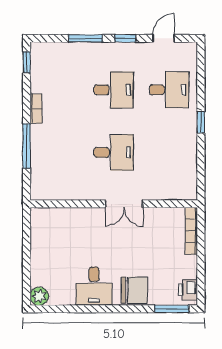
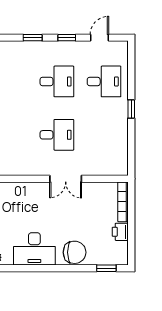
window: (85, 38) -> (33, 38), width x0.67
desk: (94, 286) -> (34, 249), width x1.37
printer: (188, 290) -> (120, 232), moved
window: (172, 309) -> (106, 268), width x0.67

